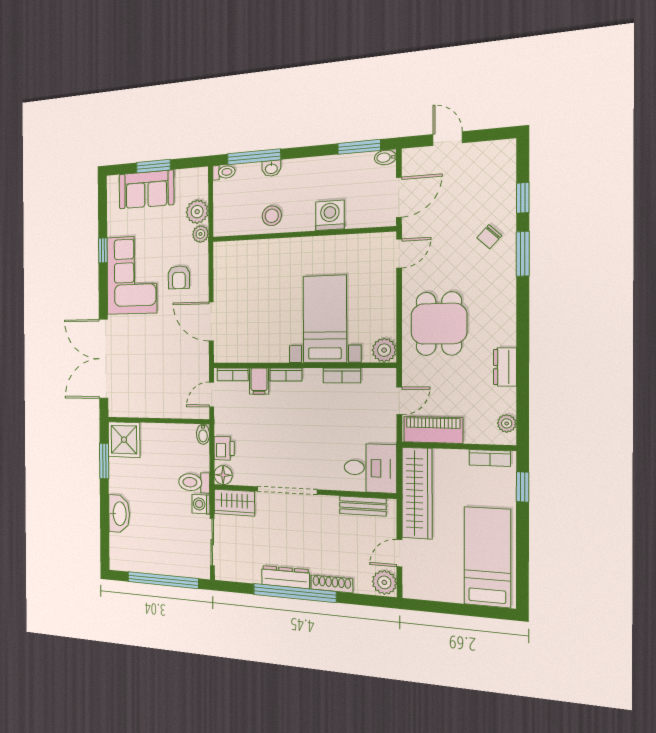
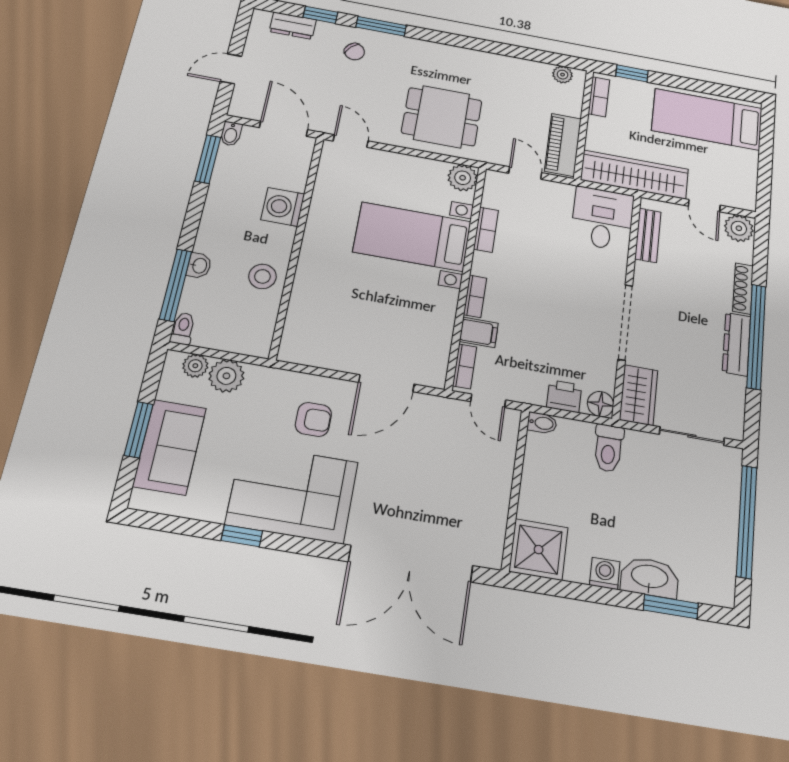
plant: (200, 234) -> (195, 366), moved
dresser: (505, 367) -> (293, 26), moved
window: (104, 461) -> (671, 607), moved
washing machine: (201, 504) -> (605, 573), moved, turned 180

